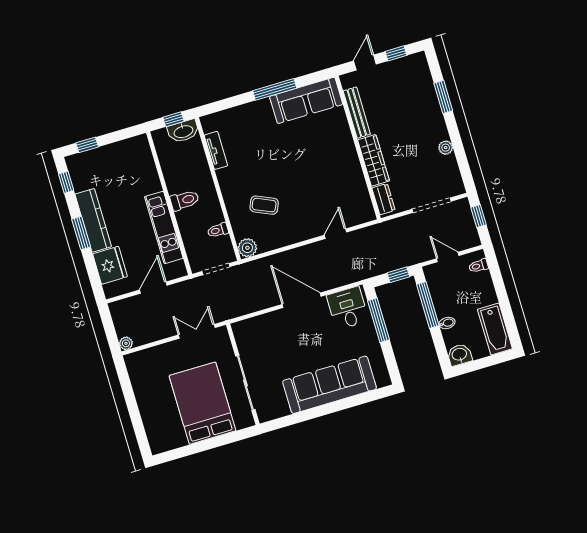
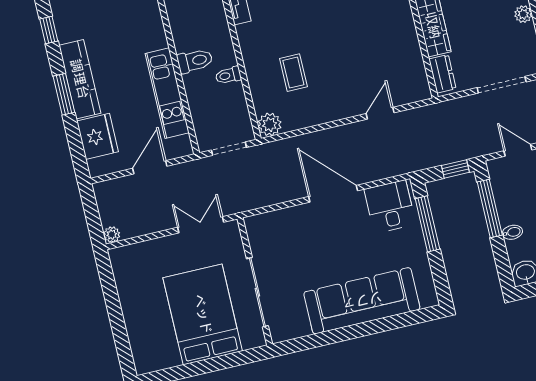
coffee table: (264, 205) -> (293, 73), turned 66
toilet: (218, 230) -> (228, 75), moved

